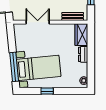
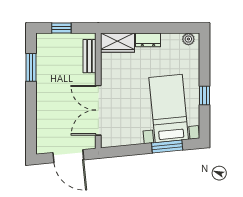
double door: (38, 22) -> (98, 110), width x1.37
window: (14, 67) -> (167, 147), width x0.69

